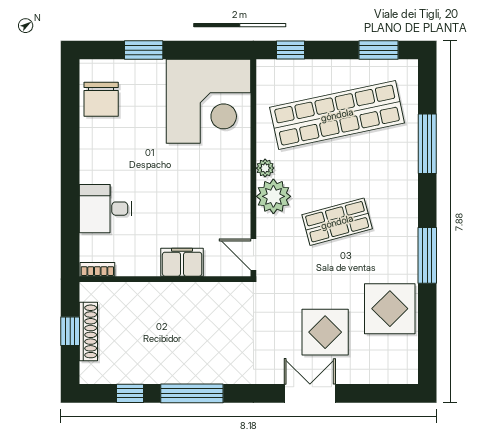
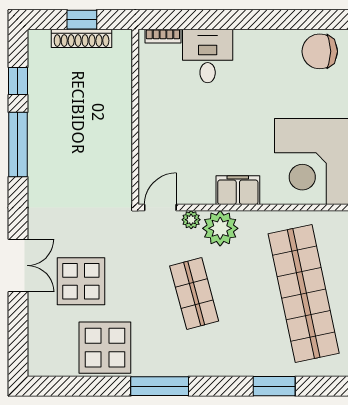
window: (427, 144) -> (274, 386), width x0.69
plant: (265, 168) -> (191, 220), moved
filing cabinet: (182, 262) -> (238, 190), moved, turned -90
bookcase: (97, 269) -> (163, 36), moved, turned 90

